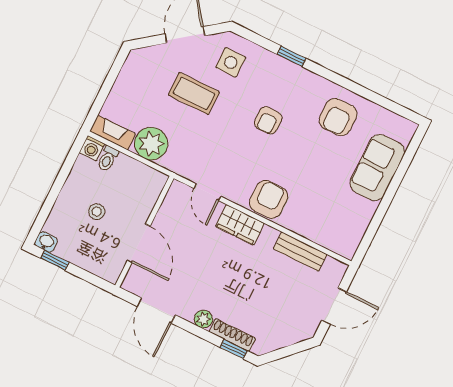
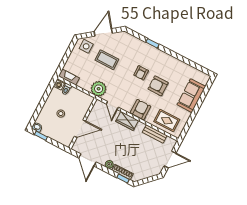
side table: (231, 62) -> (86, 46), moved
armchair: (338, 117) -> (158, 86), moved, turned 90
plant: (151, 144) -> (99, 89), moved
rug: (326, 222) -> (167, 121), added
door: (139, 243) -> (80, 129), hinge flipped

